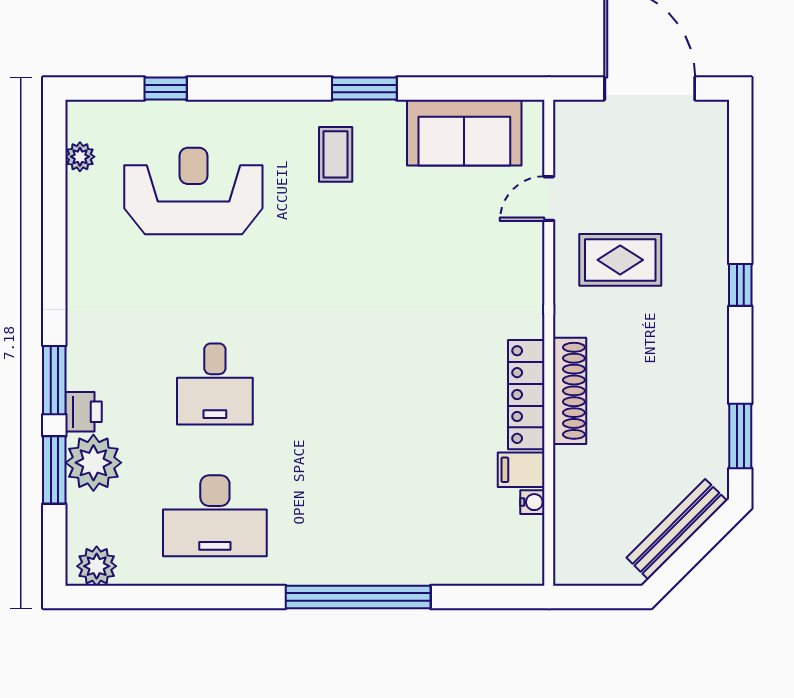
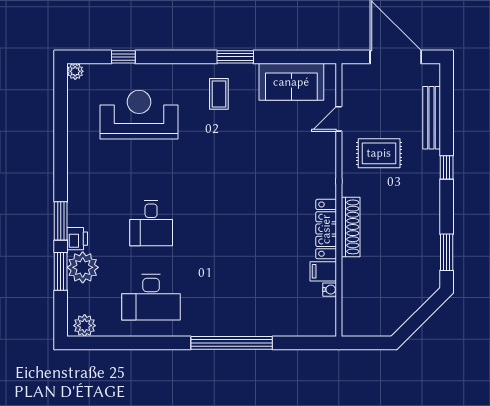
plant: (80, 157) -> (75, 71), moved
bench: (677, 529) -> (432, 118), moved, turned -45

